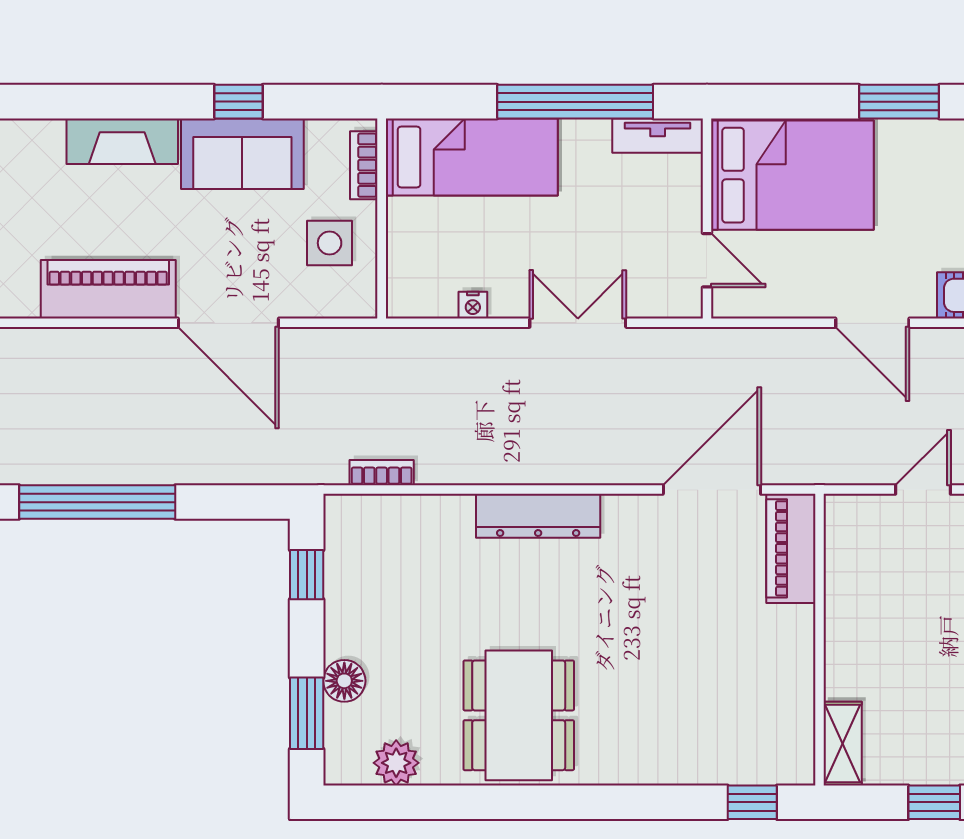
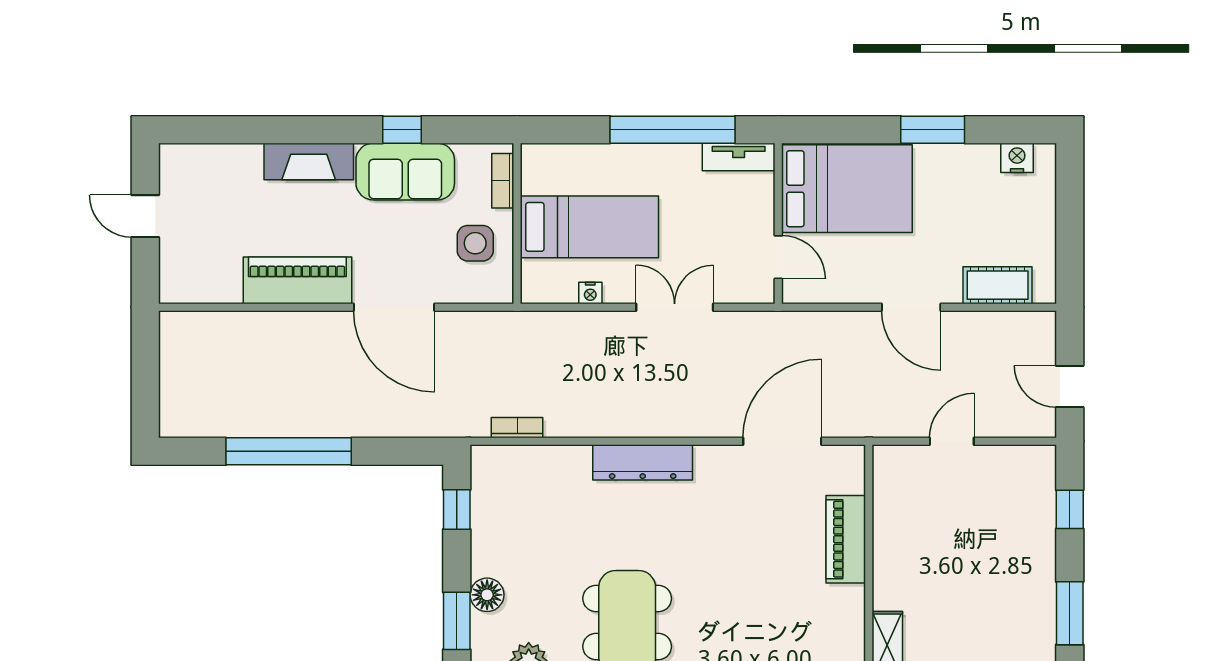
bed: (472, 157) -> (589, 227), moved
piano: (791, 548) -> (846, 539), moved

